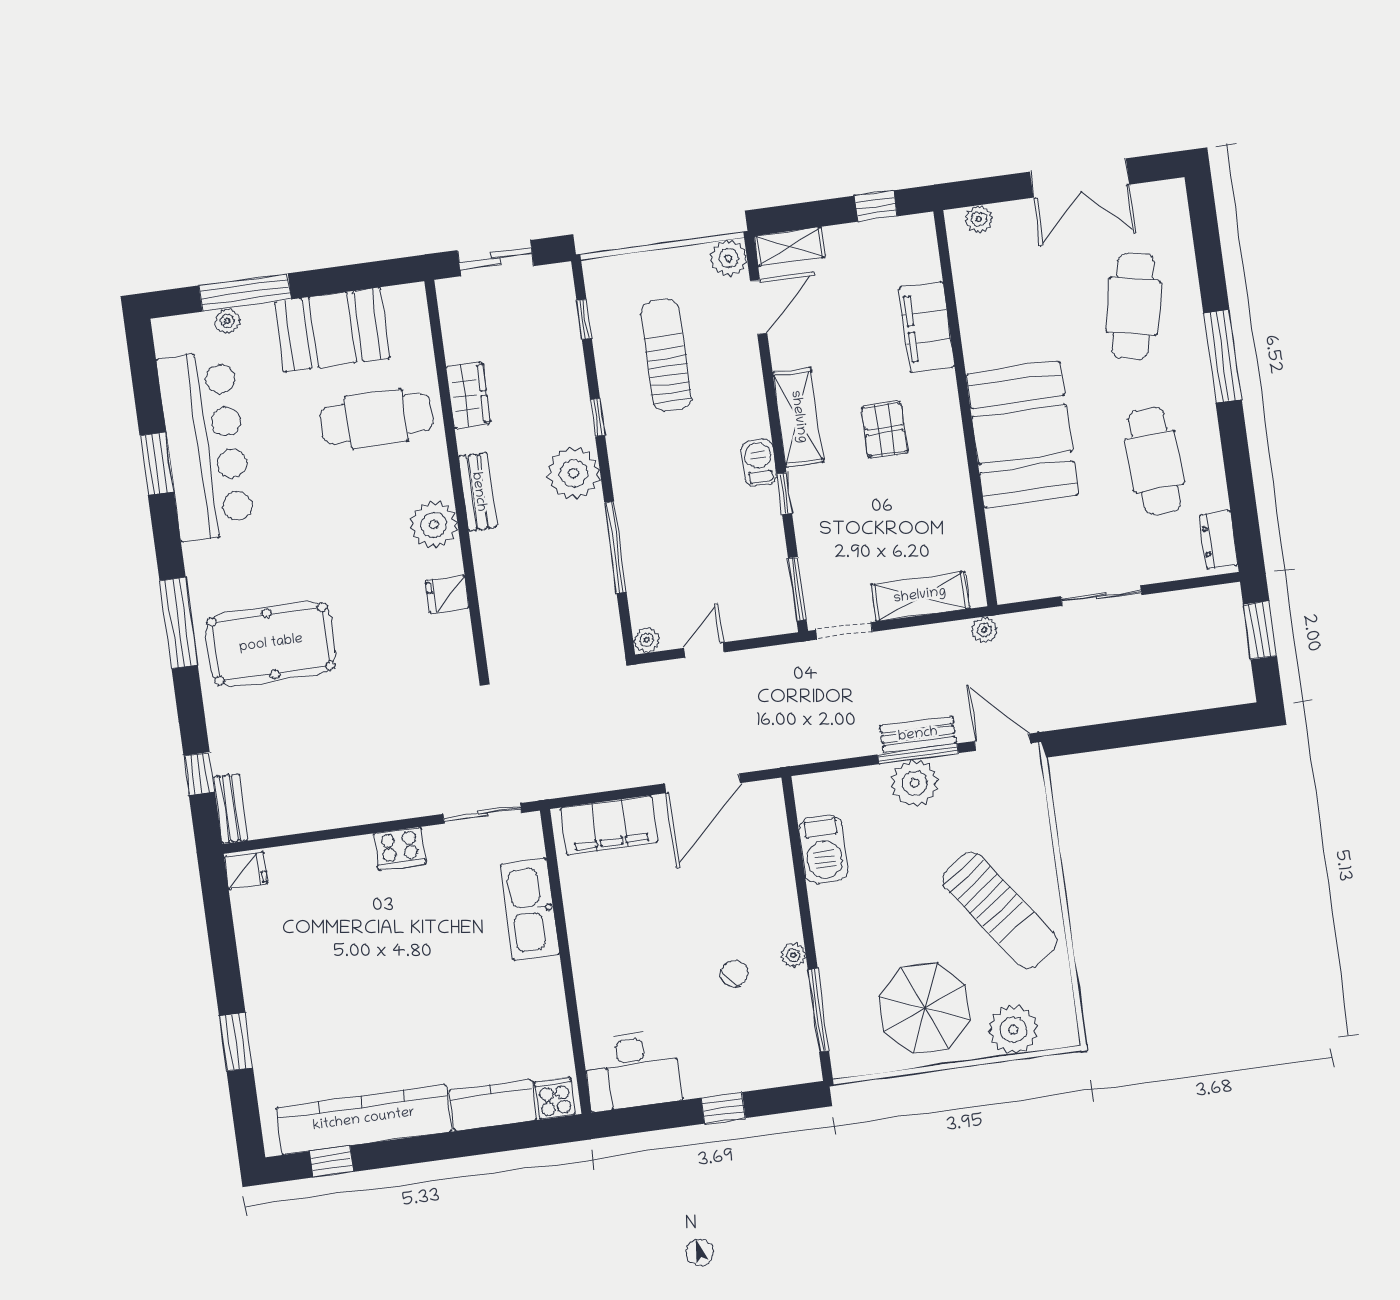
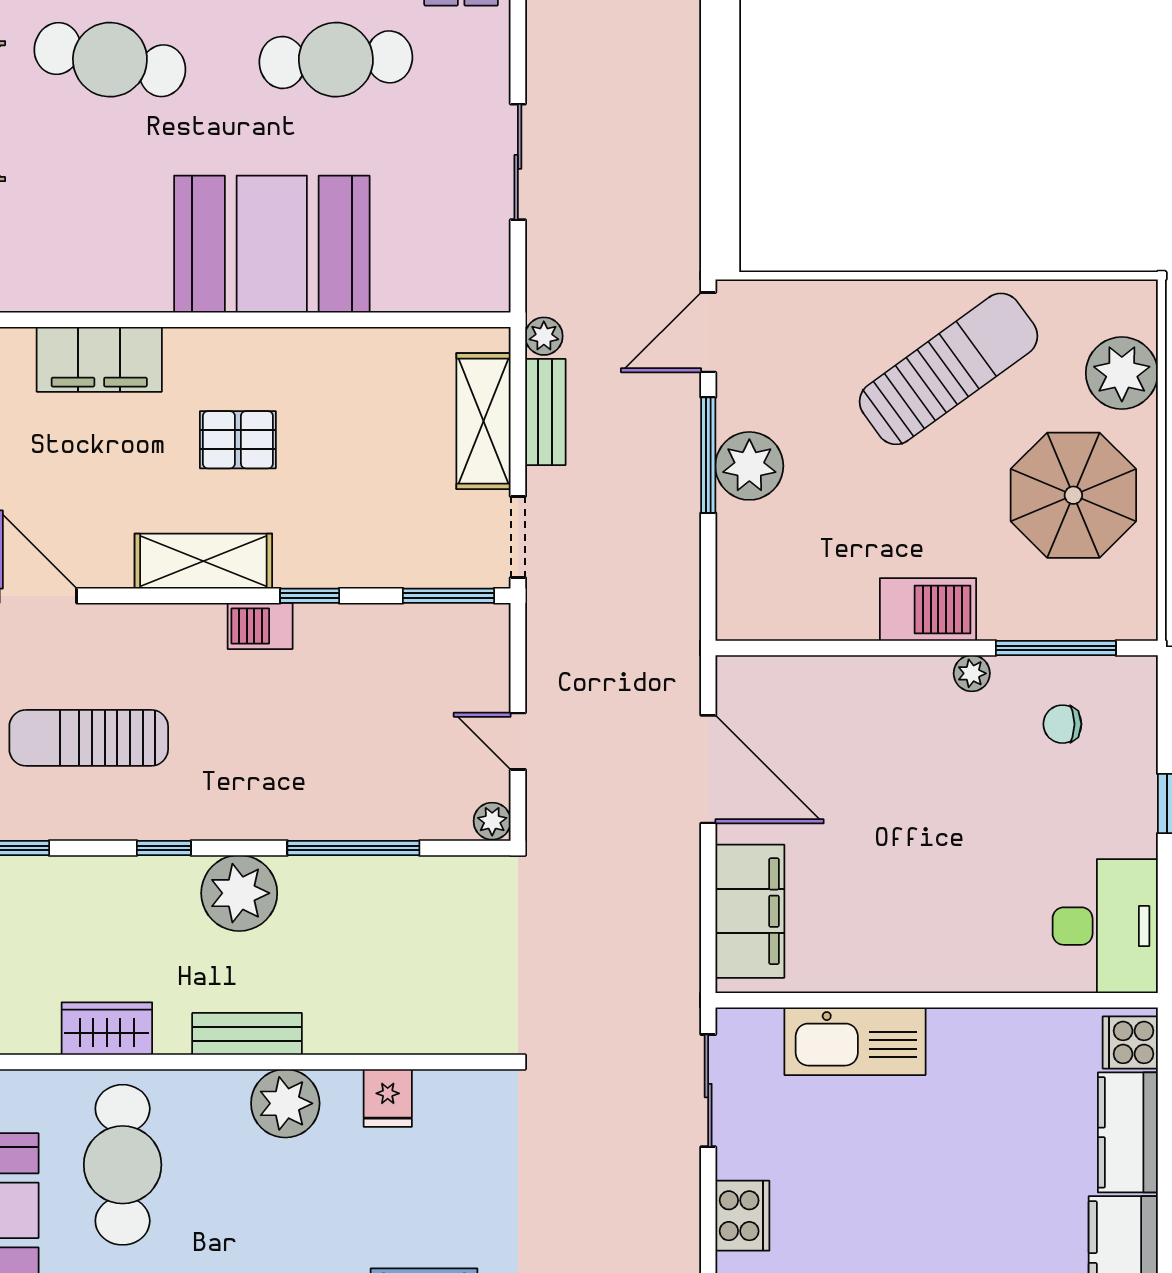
bench: (918, 735) -> (545, 412), moved
barbecue: (823, 849) -> (928, 609), moved
chair: (734, 974) -> (1062, 724), moved, turned -49

